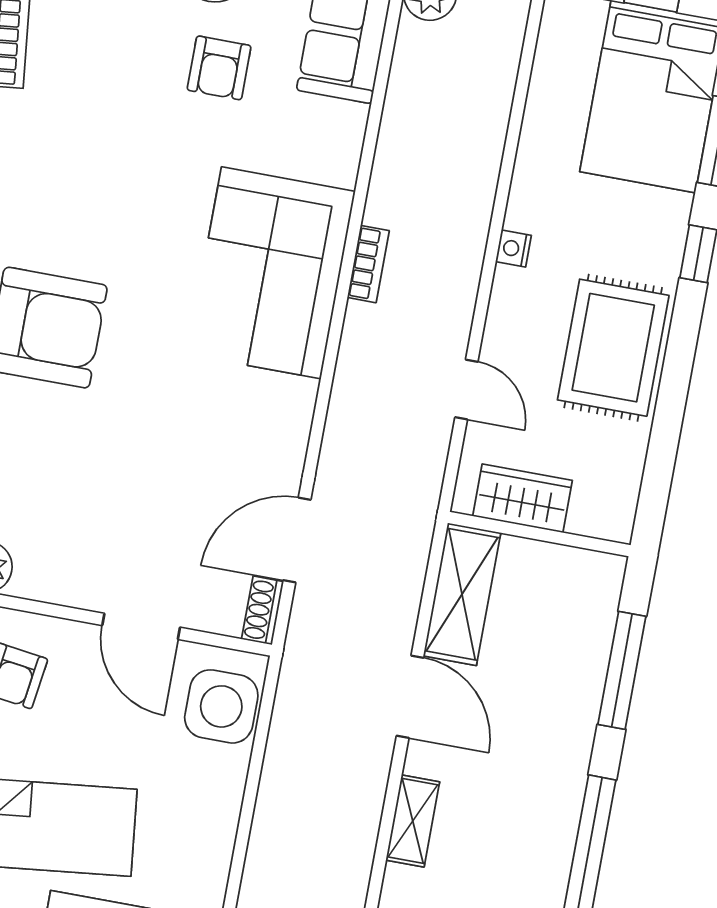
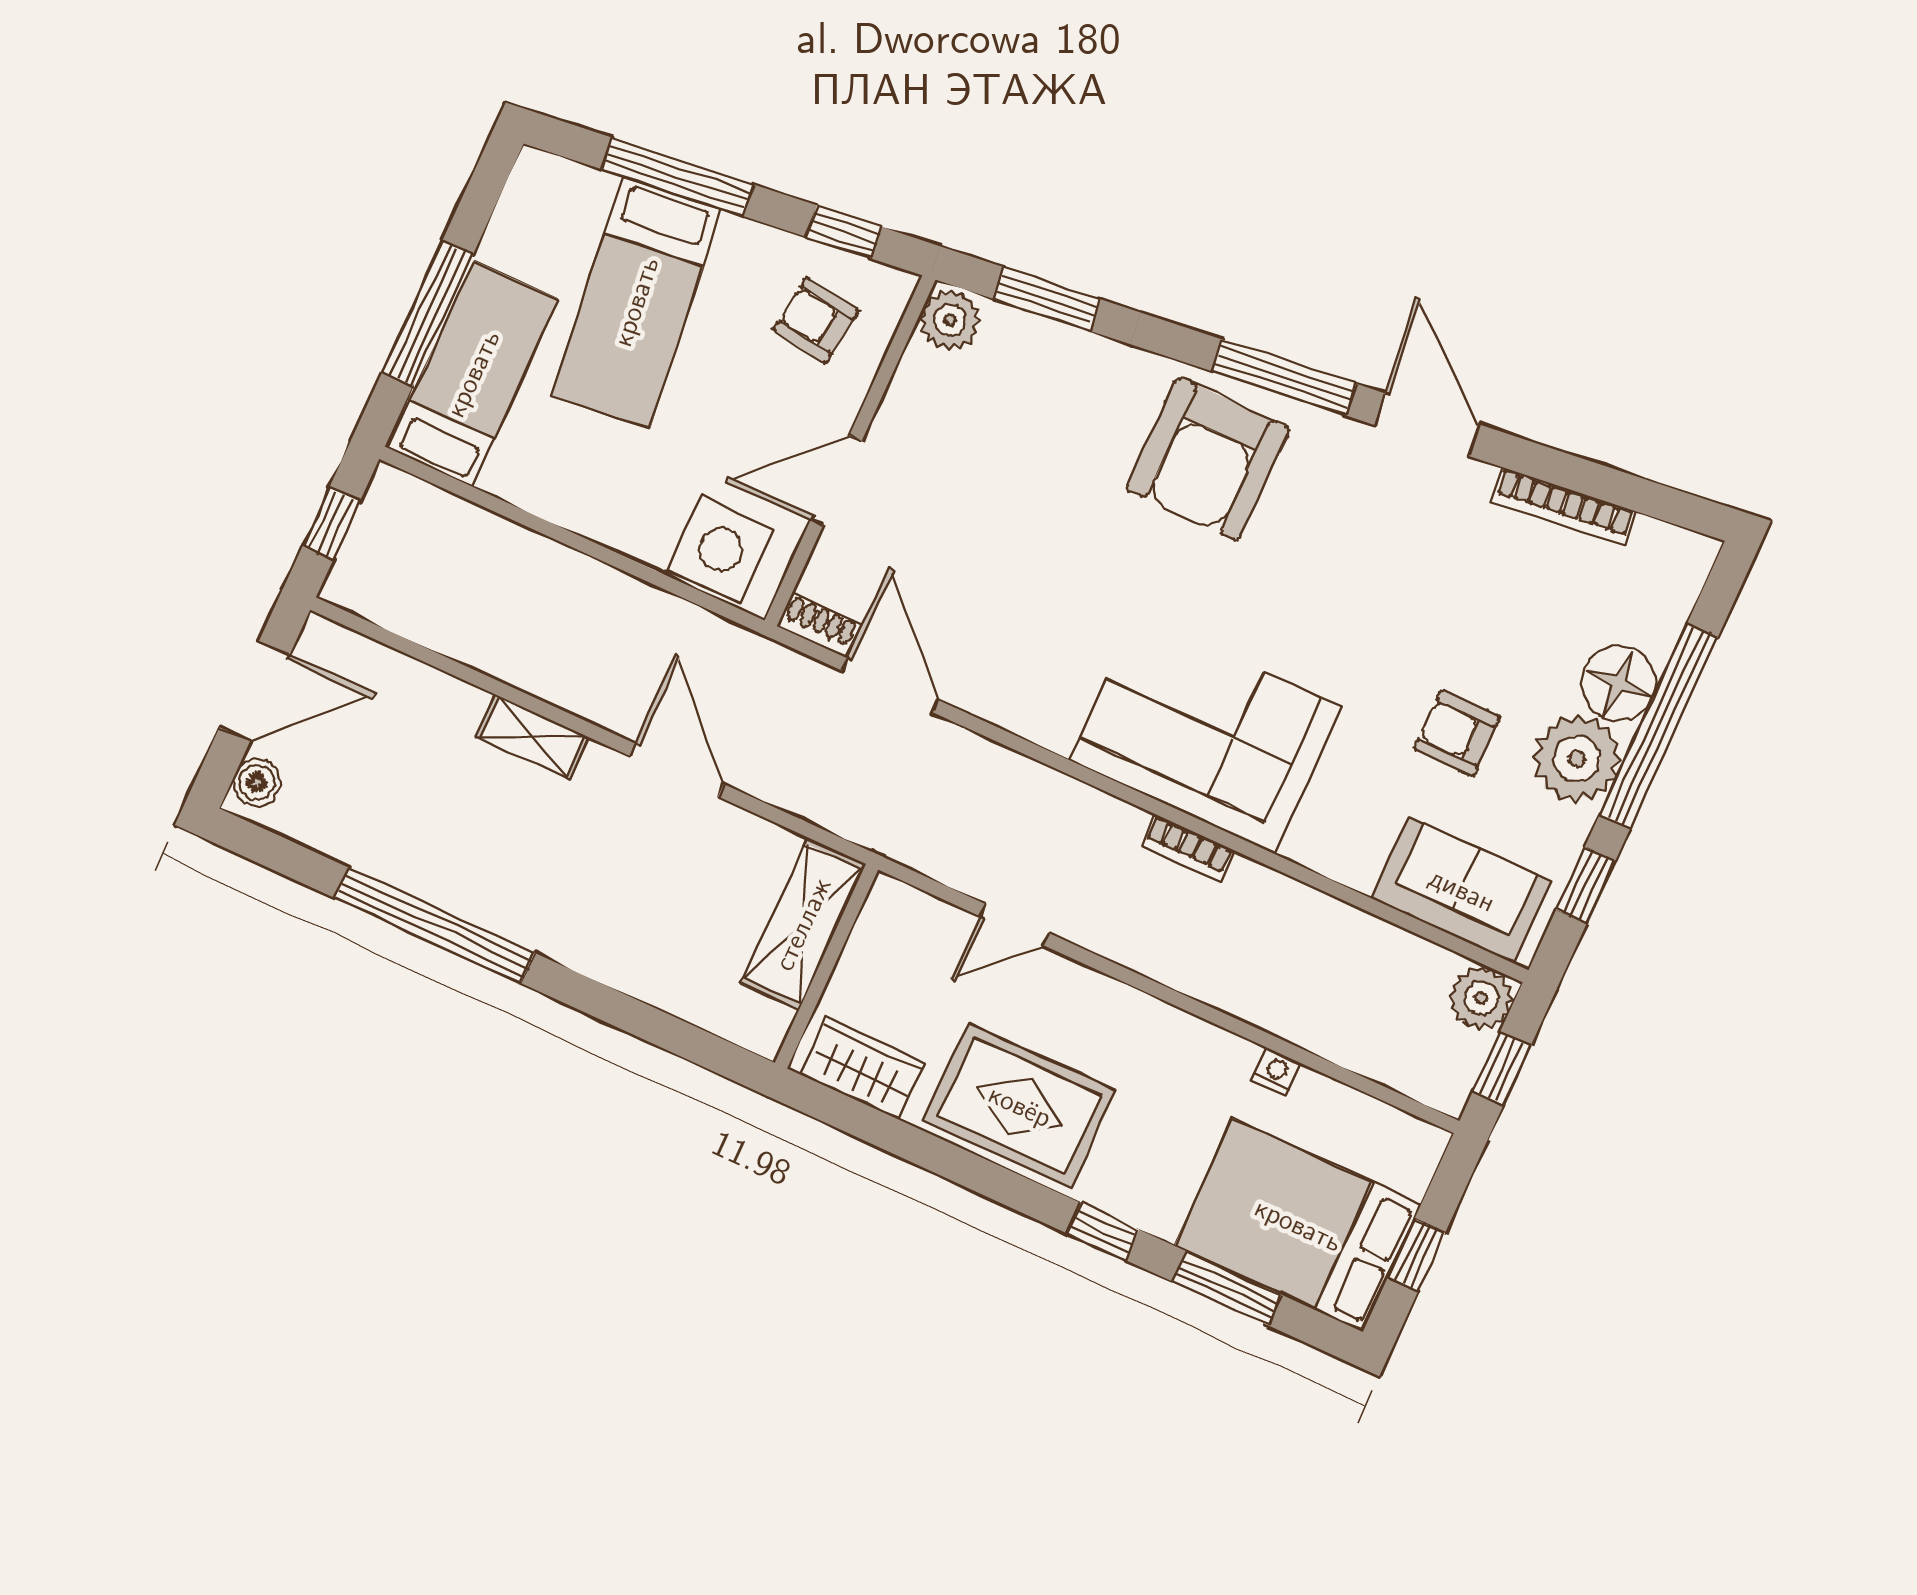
nightstand: (514, 249) -> (1276, 1072), moved
wardrobe: (522, 498) -> (862, 1068), moved, turned -90
shelving: (462, 594) -> (803, 924), moved, turned 90
window: (622, 670) -> (645, 1022), removed
door: (410, 697) -> (677, 770), swing flipped

